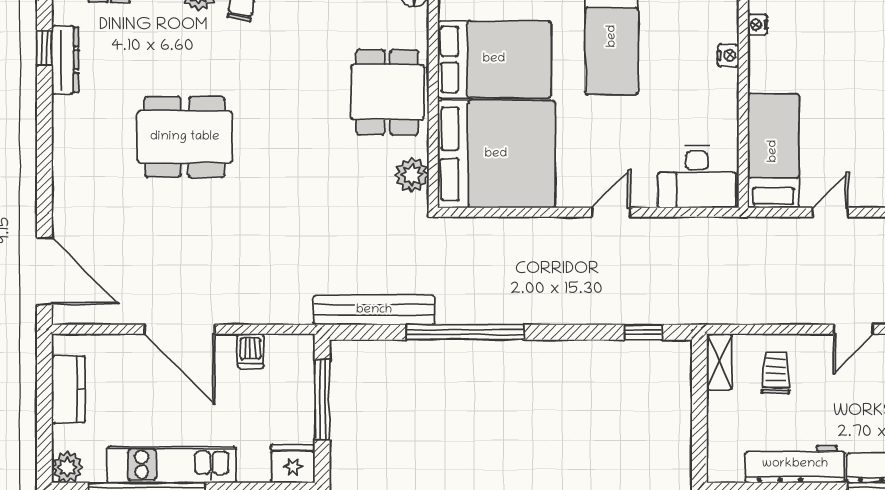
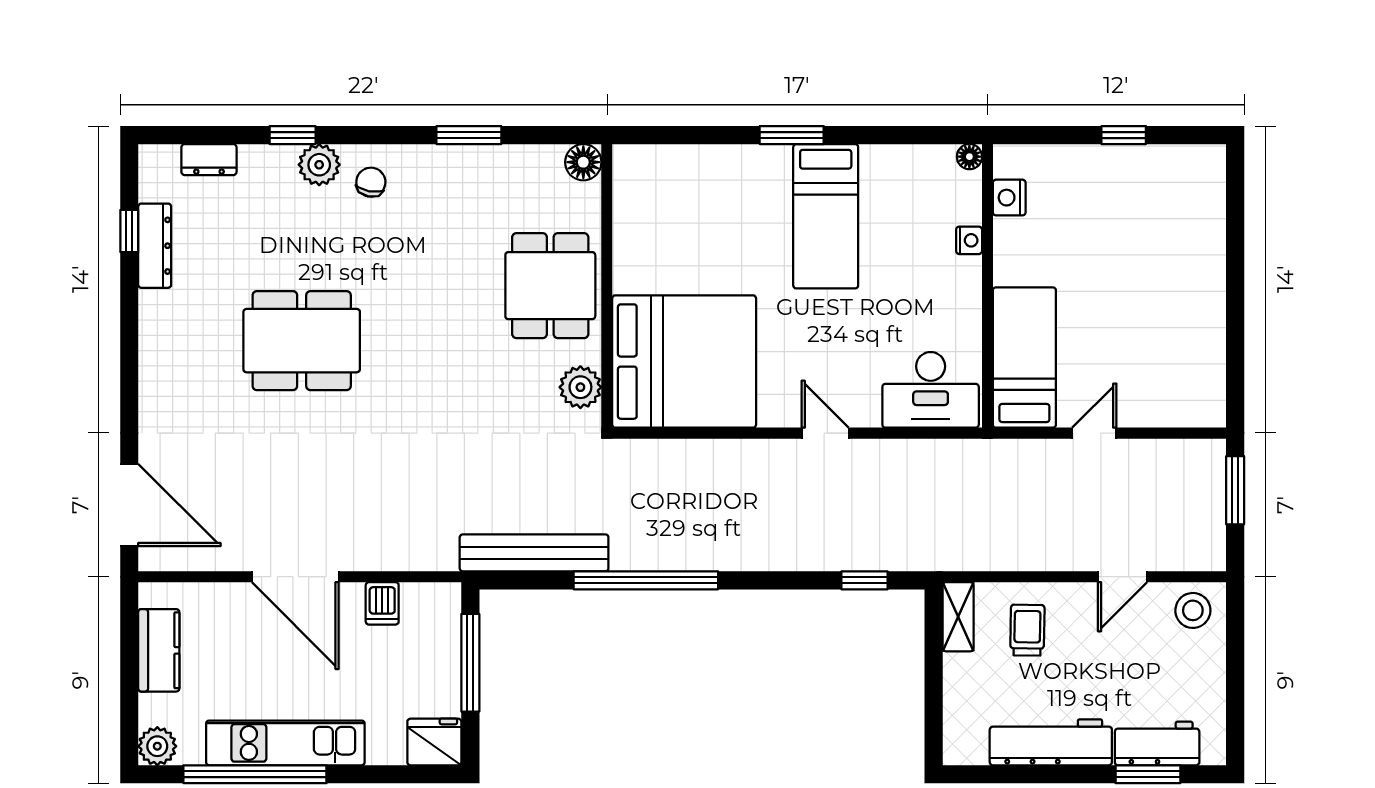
nightstand: (757, 25) -> (1009, 198), width x1.39, depth x1.35
bed: (494, 59) -> (682, 245), removed
door: (611, 212) -> (825, 433), hinge flipped

